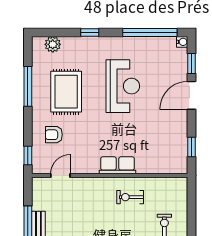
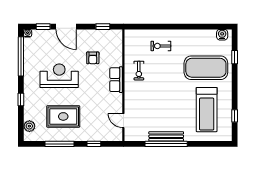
armchair: (54, 135) -> (93, 58), moved
window: (28, 155) -> (94, 144), moved

